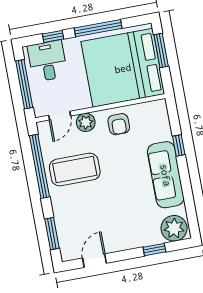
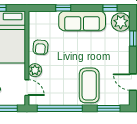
armchair: (119, 124) -> (40, 47), turned 94
coffee table: (75, 170) -> (89, 85), moved
window: (191, 210) -> (110, 8), added

